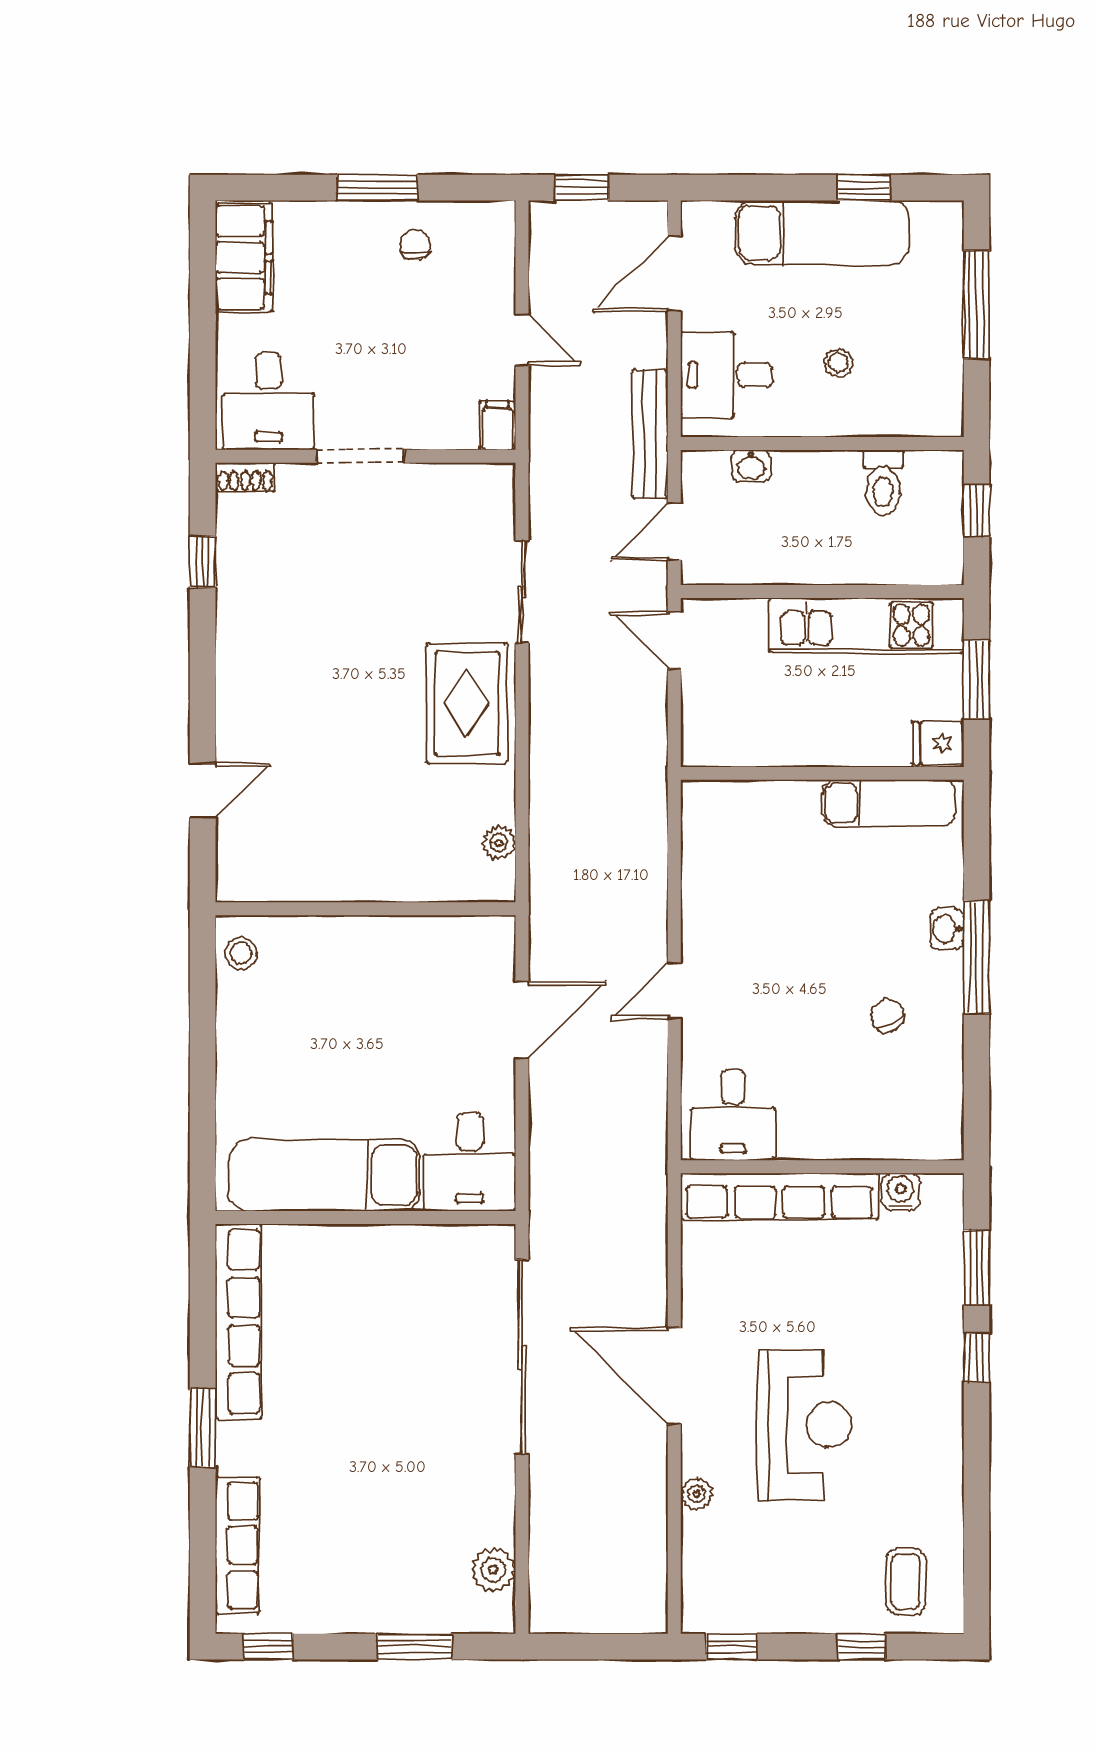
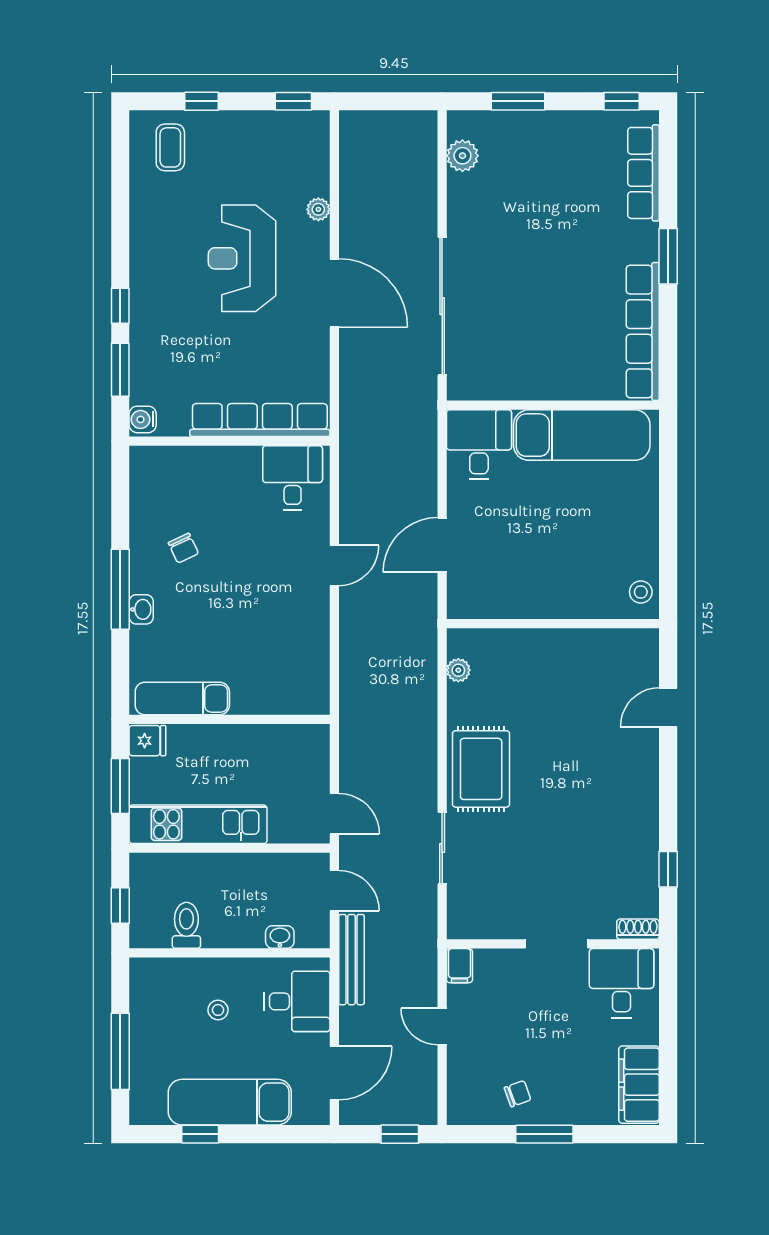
chair: (415, 245) -> (518, 1094), turned -110
door: (674, 531) -> (334, 891), hinge flipped
water cooler: (901, 1192) -> (143, 419), moved, turned 90

